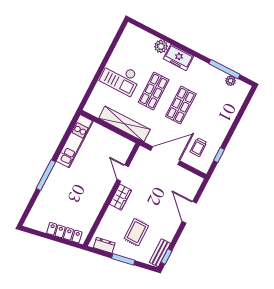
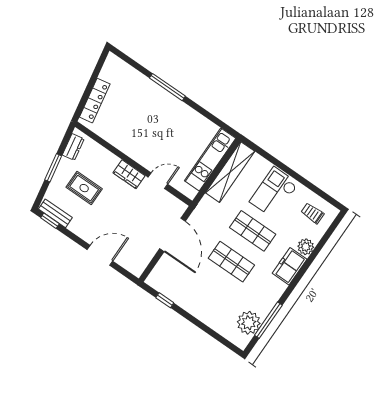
plant: (231, 81) -> (249, 323), width x1.88, depth x1.88
shelving: (124, 124) -> (230, 172), moved
kitchen unit: (75, 141) -> (210, 159), moved, turned 90
trolley: (198, 147) -> (312, 213), moved

